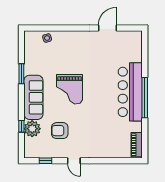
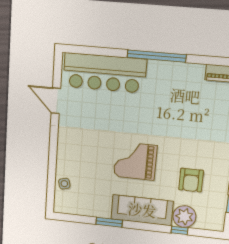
grand piano: (69, 89) -> (135, 161), turned 180
bar counter: (130, 92) -> (105, 73), moved

